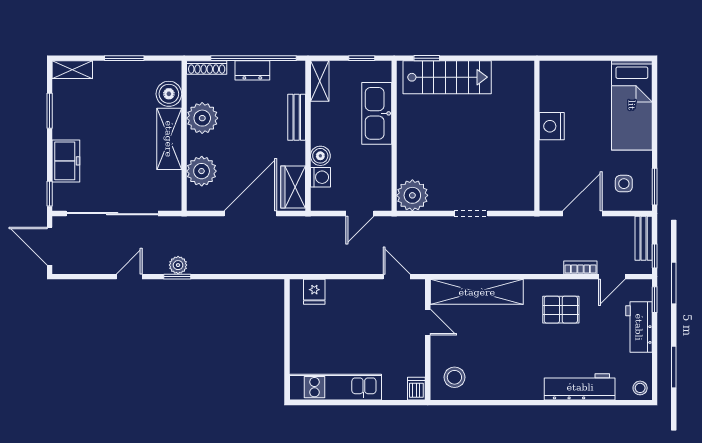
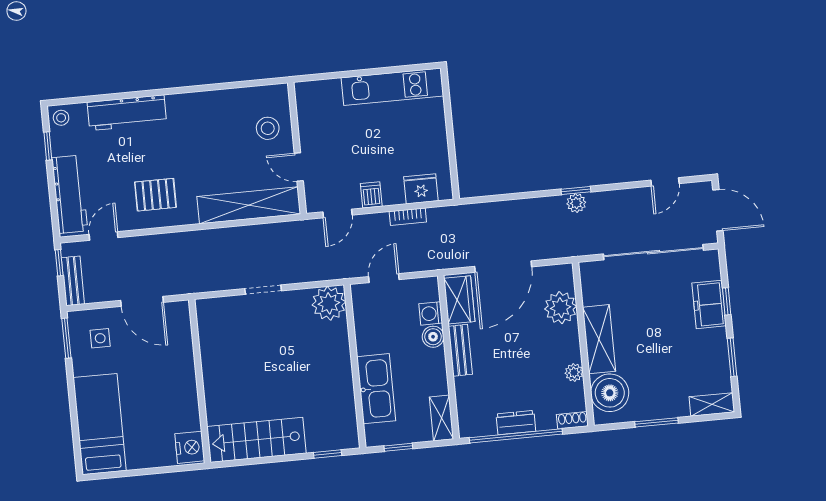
shoe rack: (207, 67) -> (572, 420), width x0.70
stairs: (447, 77) -> (256, 440), moved
boiler: (169, 94) -> (610, 393), width x1.37, depth x1.37
bench: (297, 117) -> (460, 350), moved
plant: (202, 118) -> (574, 372), width x0.53, depth x0.53
nightstand: (552, 126) -> (190, 447), moved
window: (50, 194) -> (727, 301), moved
door: (582, 214) -> (142, 301), hinge flipped
bookcase: (580, 267) -> (408, 217), moved
door: (129, 277) -> (665, 182), moved
door: (397, 277) -> (337, 213), hinge flipped
fridge: (314, 292) -> (421, 189), width x1.38
window: (655, 300) -> (48, 146), moved
workbench: (639, 327) -> (70, 194), width x1.38
stool: (454, 377) -> (268, 128), moved
dishwasher: (416, 389) -> (371, 195), moved, turned 180

